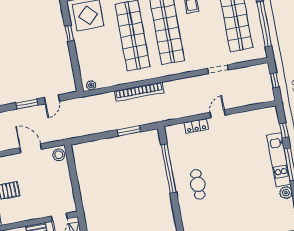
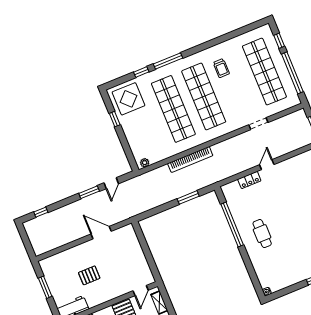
stool: (59, 155) -> (128, 233), removed

